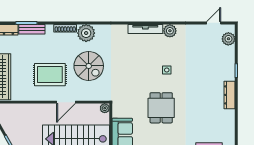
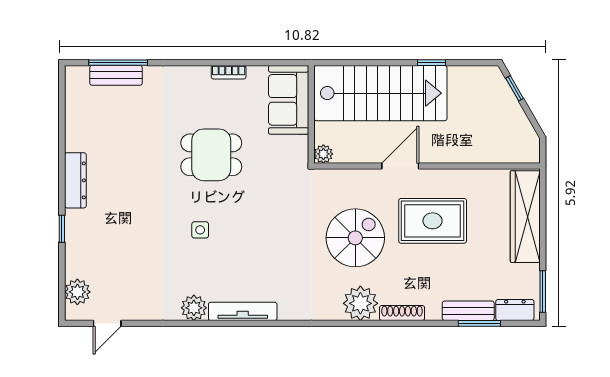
spiral stairs: (89, 66) -> (355, 238), turned 90
dining table: (161, 108) -> (211, 155), turned 90

